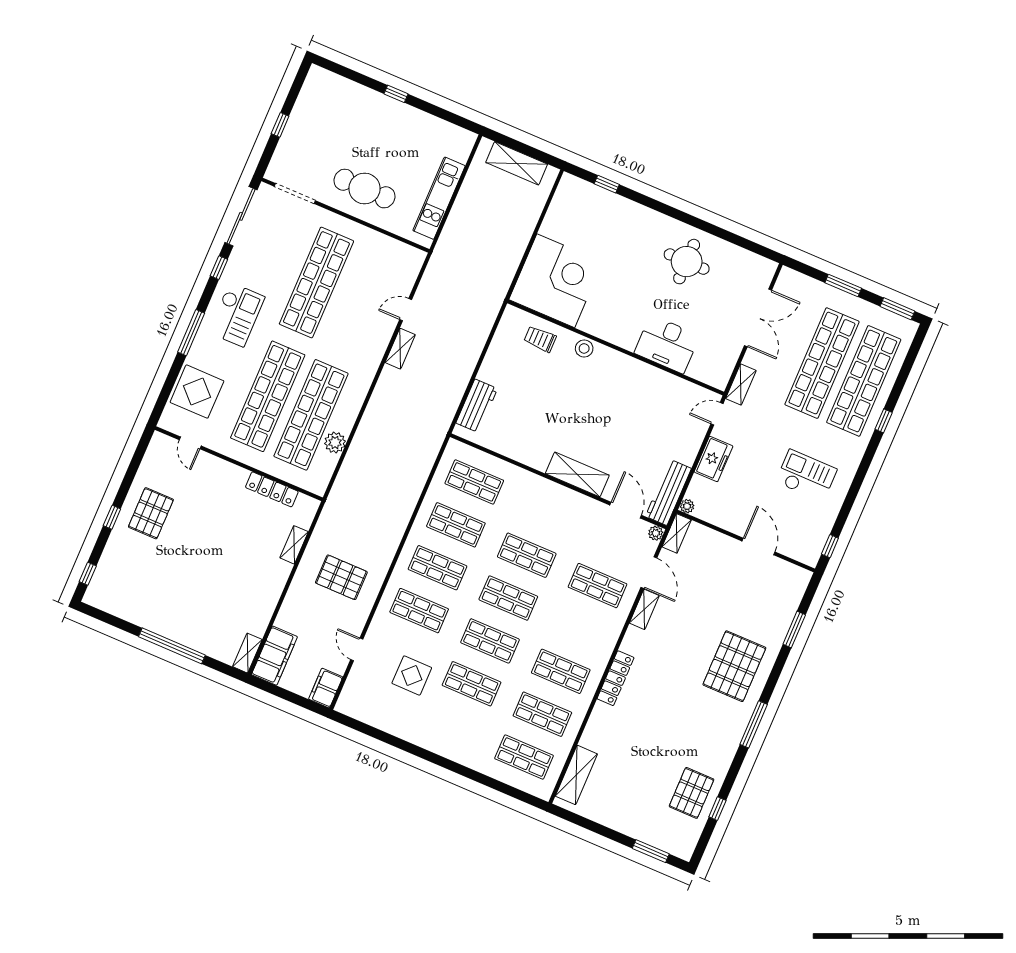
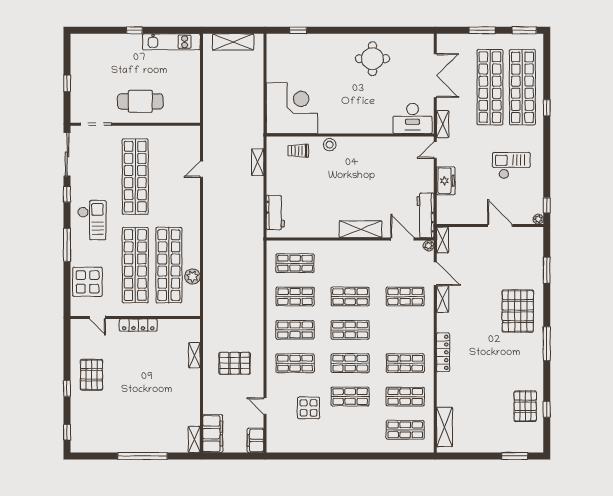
kitchen unit: (439, 198) -> (171, 42), moved, turned -90
desk: (667, 344) -> (413, 118), moved
shelving: (400, 349) -> (258, 162), moved
locker: (272, 489) -> (138, 325), moved
plant: (687, 506) -> (538, 219), moved

